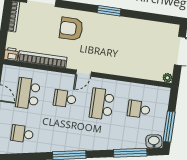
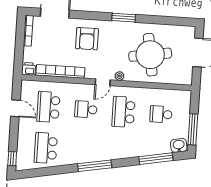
armchair: (71, 29) -> (87, 39), turned -90
round table: (133, 50) -> (150, 55), added
plant: (167, 78) -> (119, 76), moved
school desk: (22, 134) -> (46, 148), width x1.85

